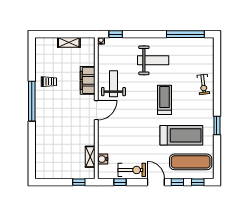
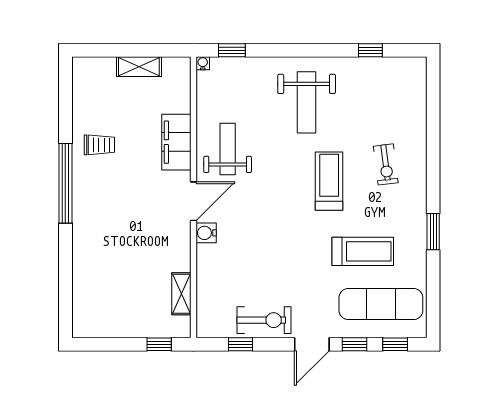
window: (185, 34) -> (370, 50), width x0.32
weight bench: (153, 60) -> (307, 102), turned 90
exercise bike: (203, 84) -> (386, 164), moved
treadmill: (181, 135) -> (363, 251), width x0.73, depth x0.73
water cooler: (103, 159) -> (206, 233), moved
door: (156, 182) -> (312, 344), swing flipped

